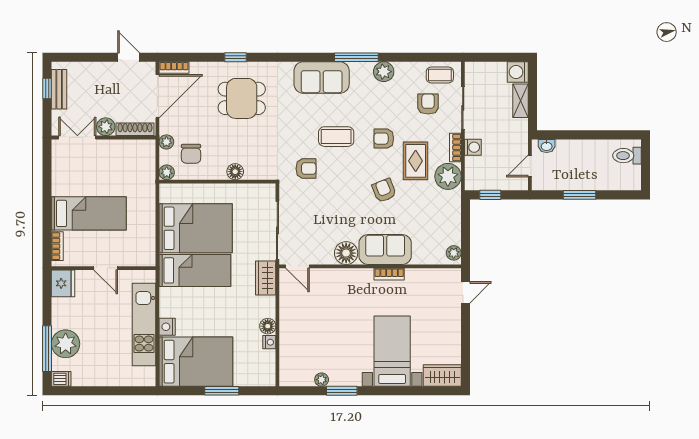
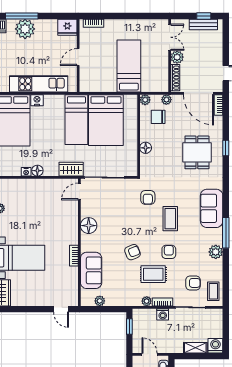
plant: (448, 176) -> (147, 301), width x0.53, depth x0.53
bed: (89, 213) -> (129, 66), moved, turned 180
sofa: (385, 250) -> (91, 270), moved
plant: (454, 253) -> (100, 301), moved

